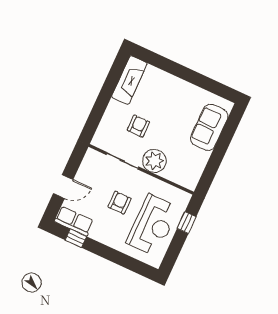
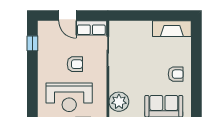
armchair: (138, 126) -> (176, 74), moved
plant: (154, 161) -> (119, 102), moved
row of seats: (74, 221) -> (91, 28), moved, turned 90

